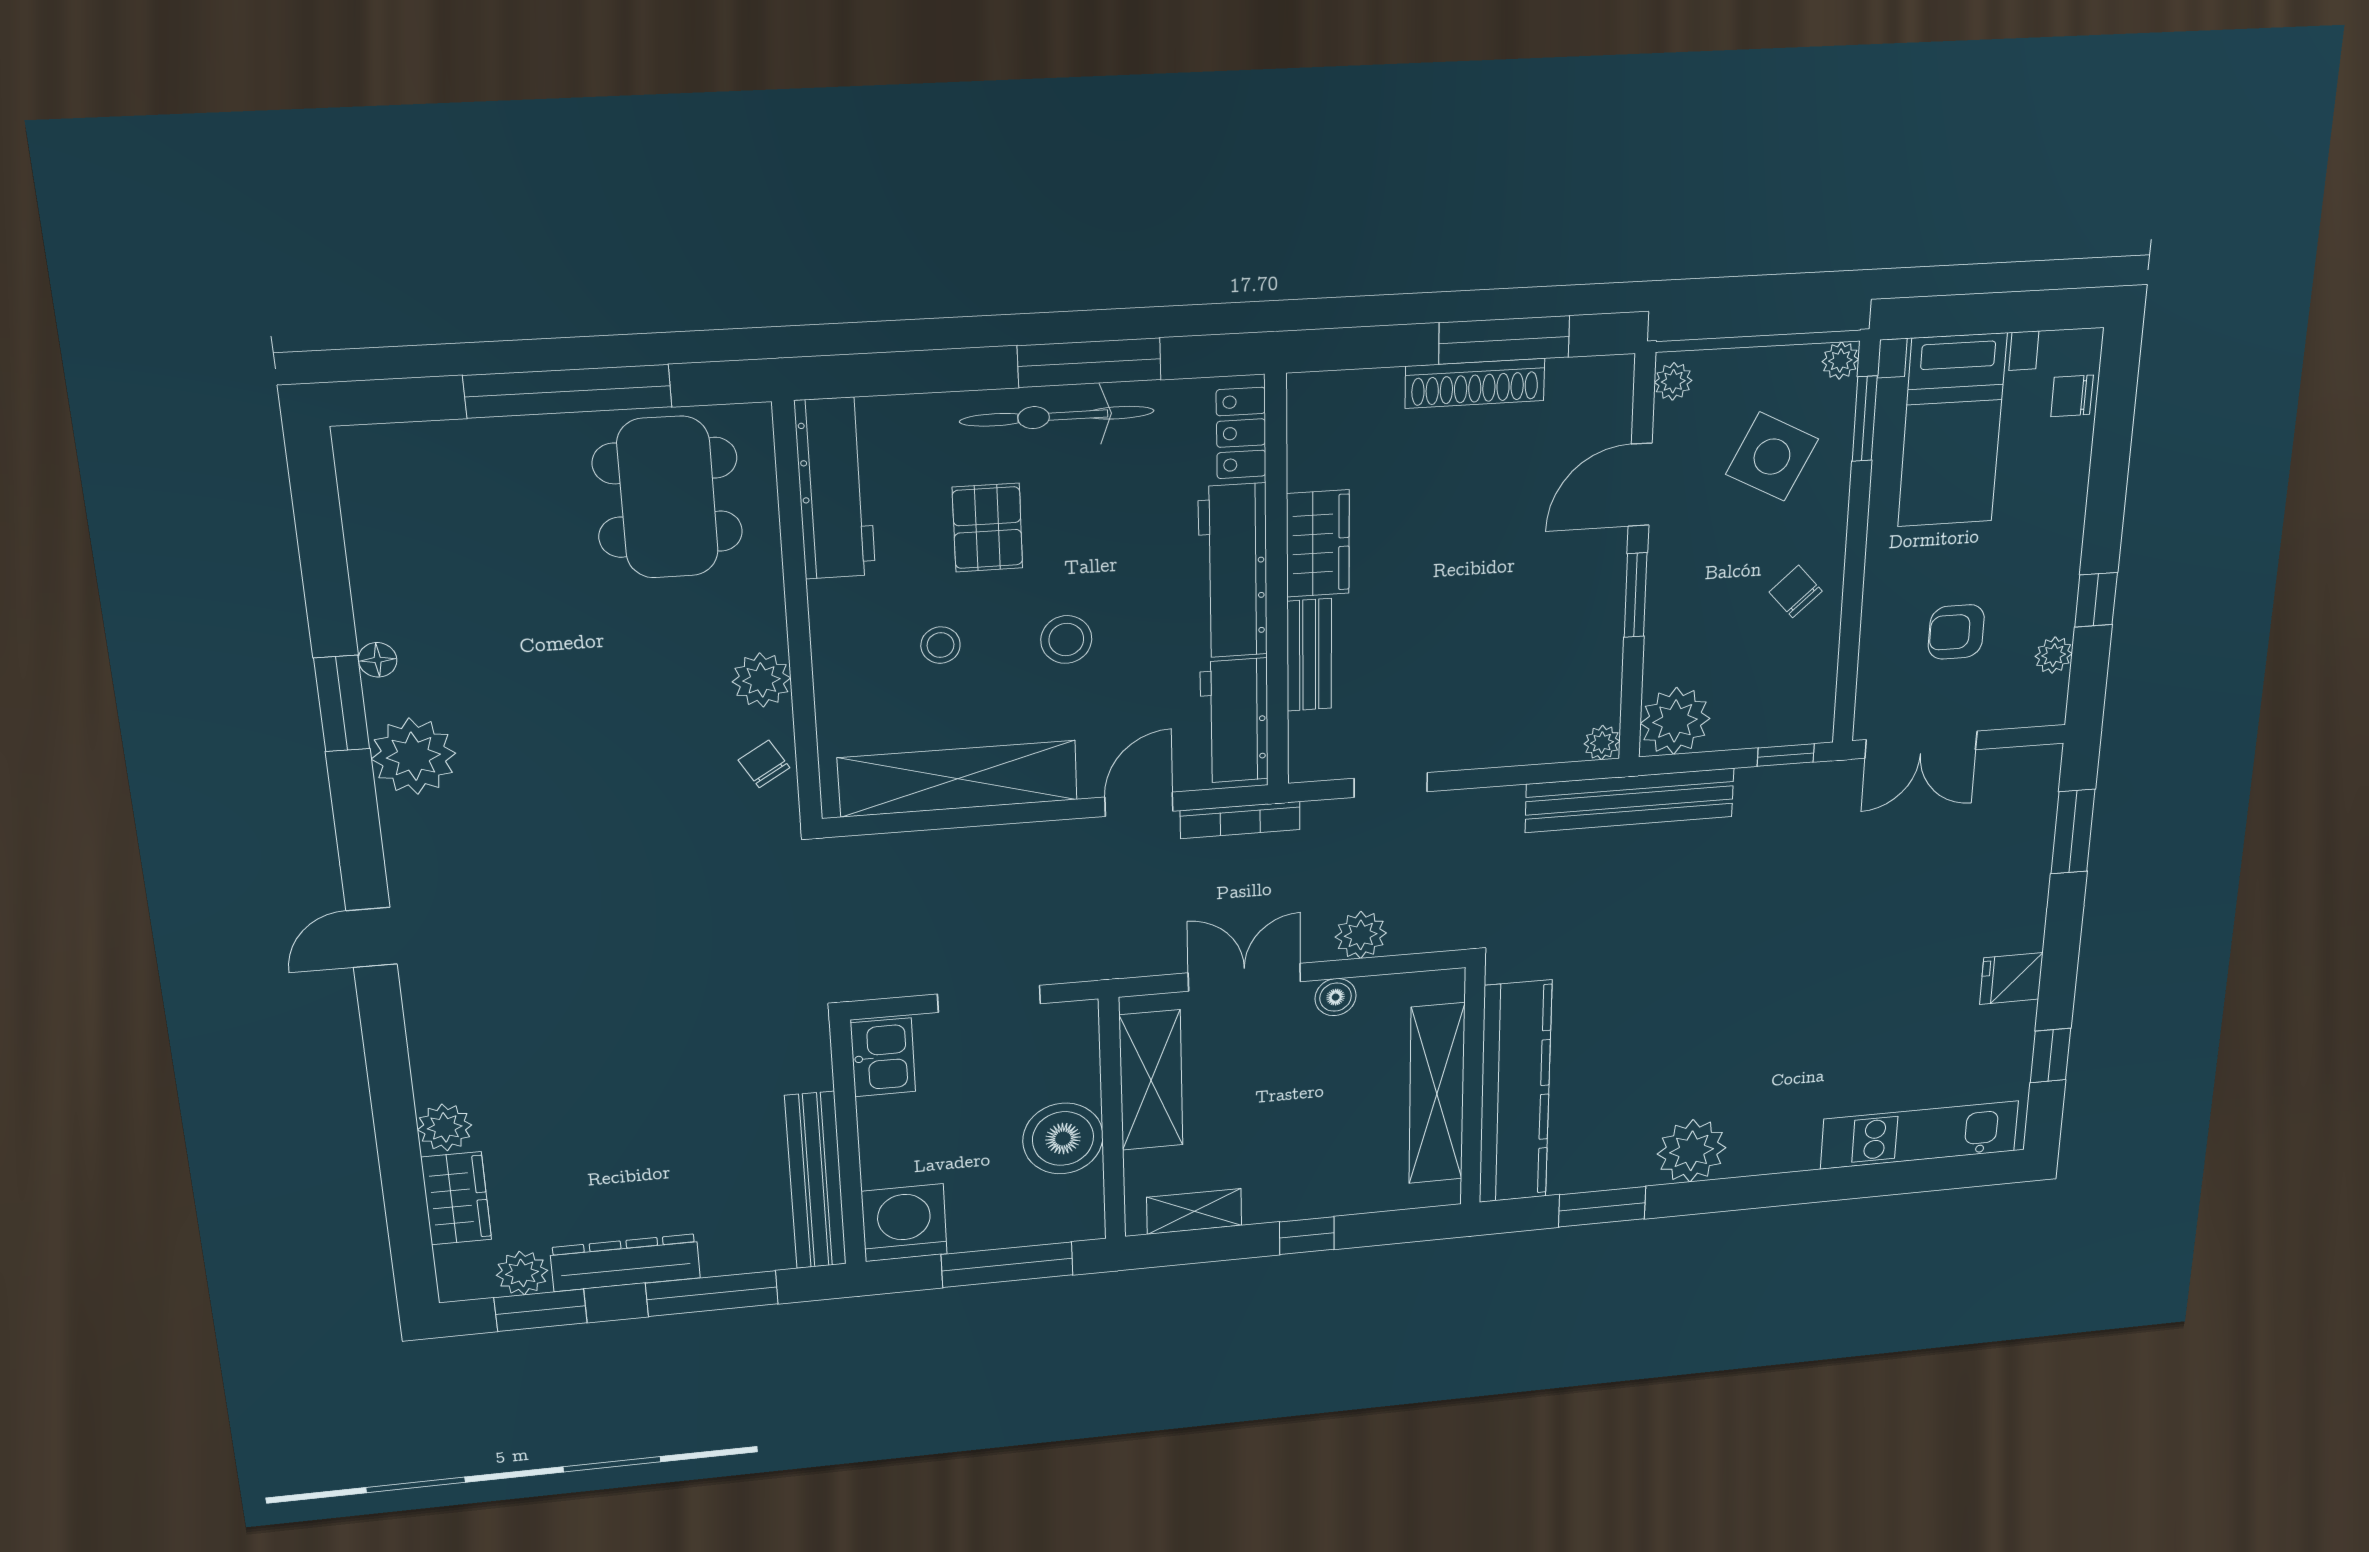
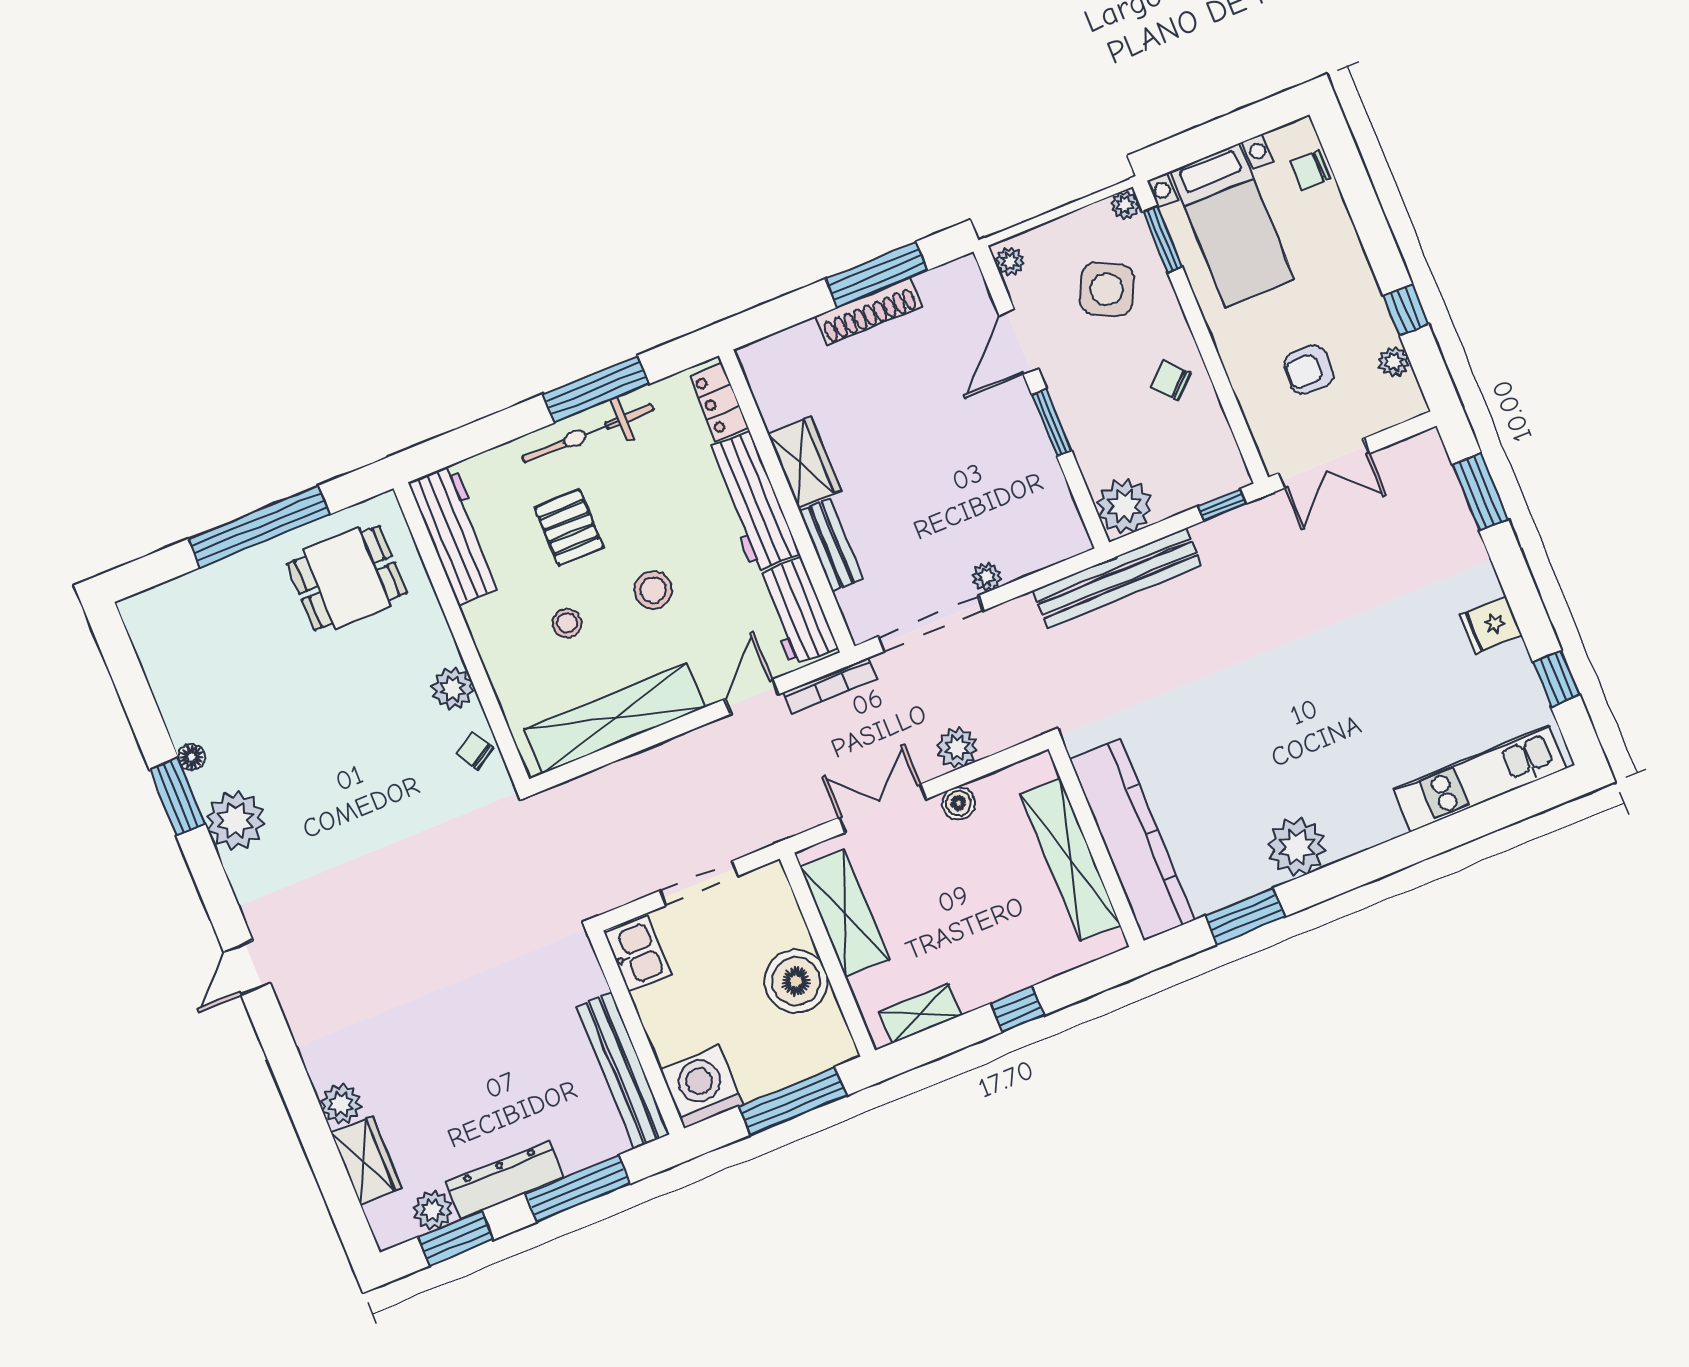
dining table: (668, 497) -> (347, 578), width x0.73
plant: (1602, 743) -> (987, 577), moved
doorway: (1391, 785) -> (931, 623), width x1.88

